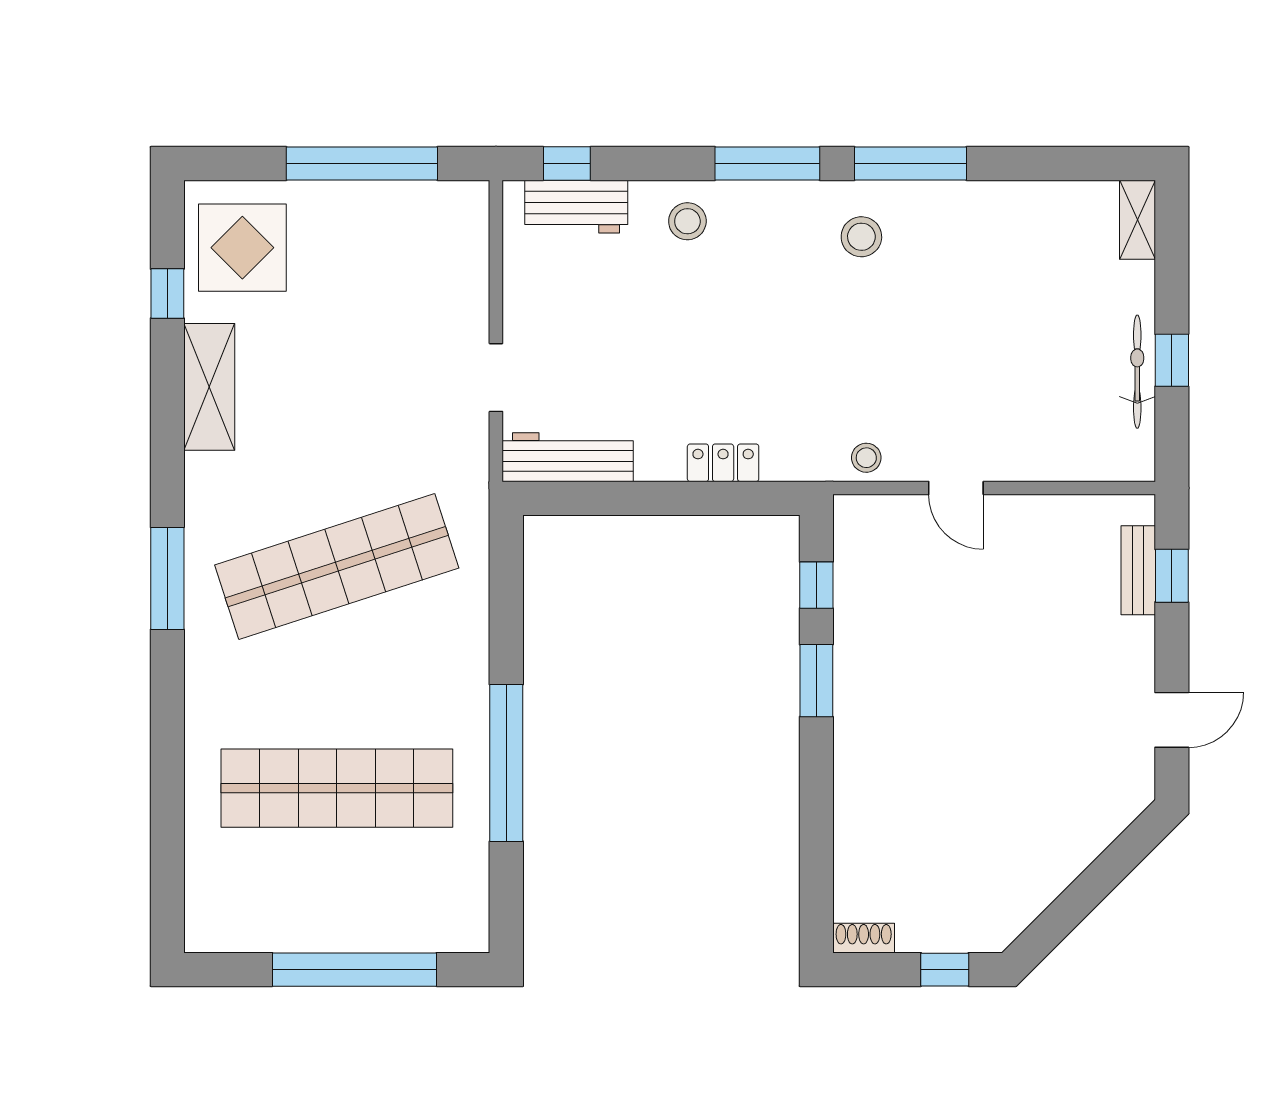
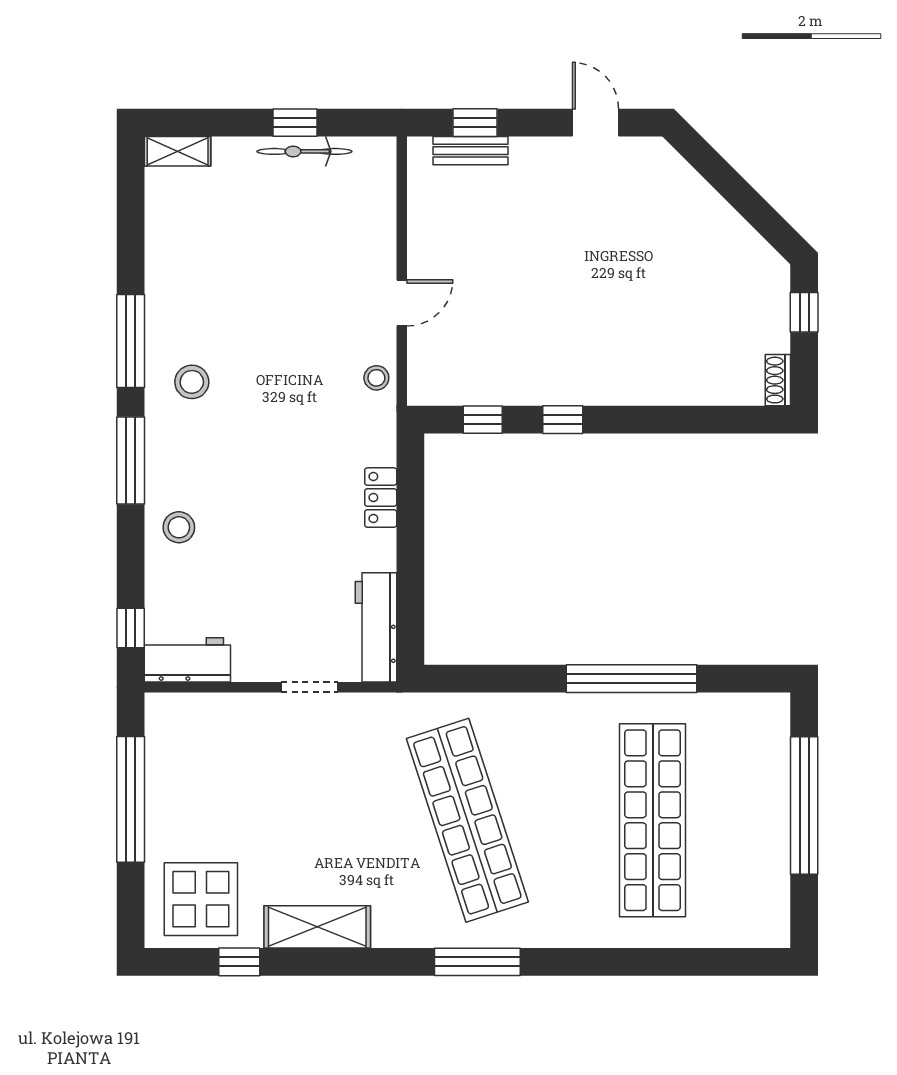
workbench: (576, 207) -> (187, 660), moved, turned -90
window: (816, 681) -> (563, 420), width x0.67

